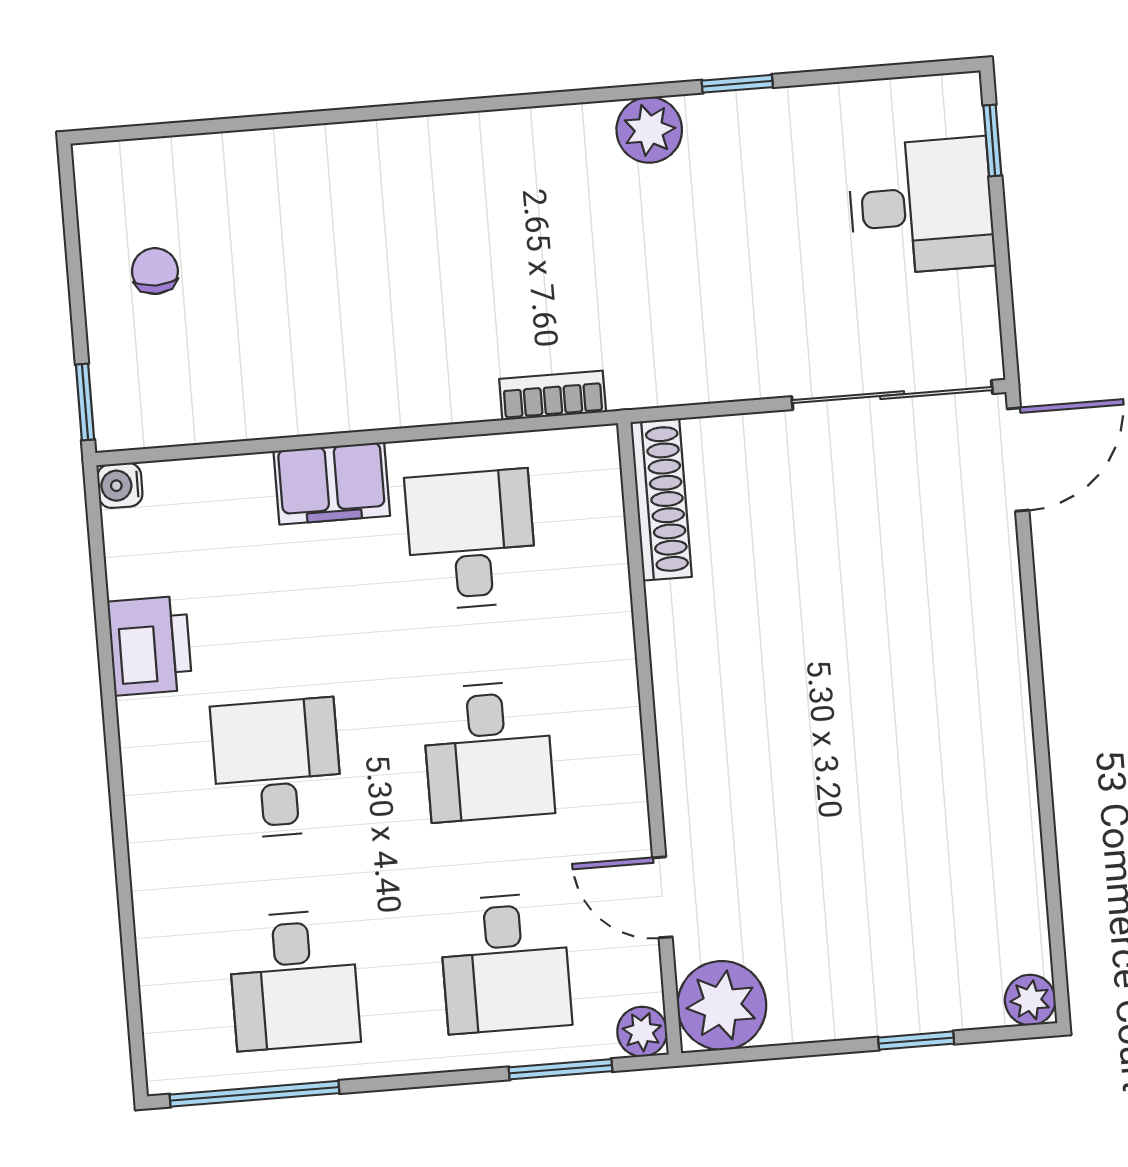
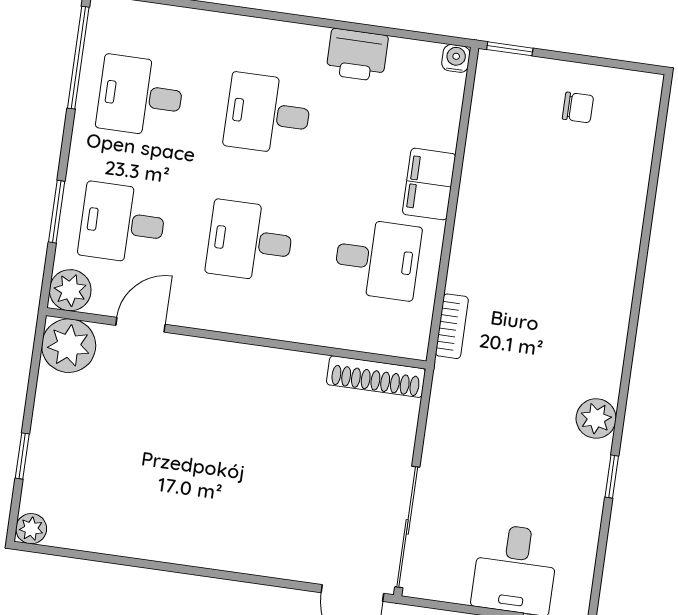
desk: (277, 768) -> (268, 114), turned 180
plant: (642, 1032) -> (70, 290), width x1.38, depth x1.38
window: (560, 1069) -> (57, 212), moved

